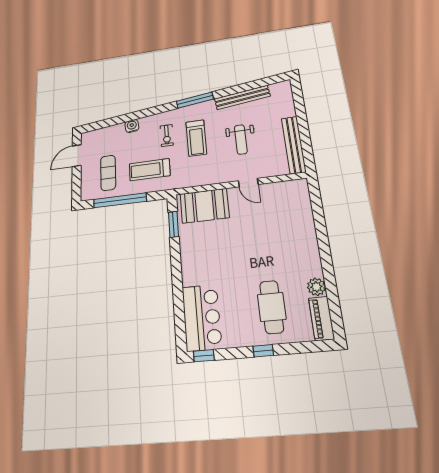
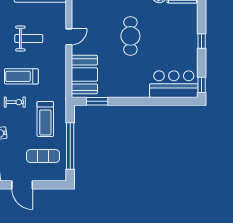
treadmill: (196, 138) -> (21, 76), turned 180
cafe table: (272, 307) -> (130, 36), moved, turned 90

